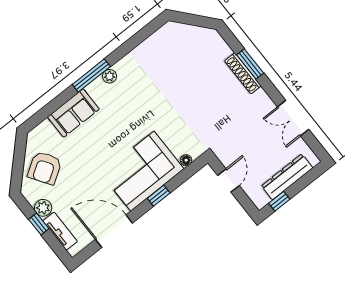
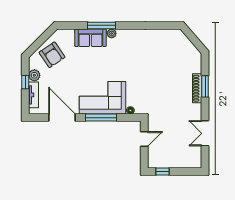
window: (91, 76) -> (101, 25), moved
plant: (110, 76) -> (112, 33), moved
armchair: (45, 168) -> (52, 55), turned -91
dresser: (287, 177) -> (177, 162), removed
window: (159, 196) -> (101, 118), width x2.17

